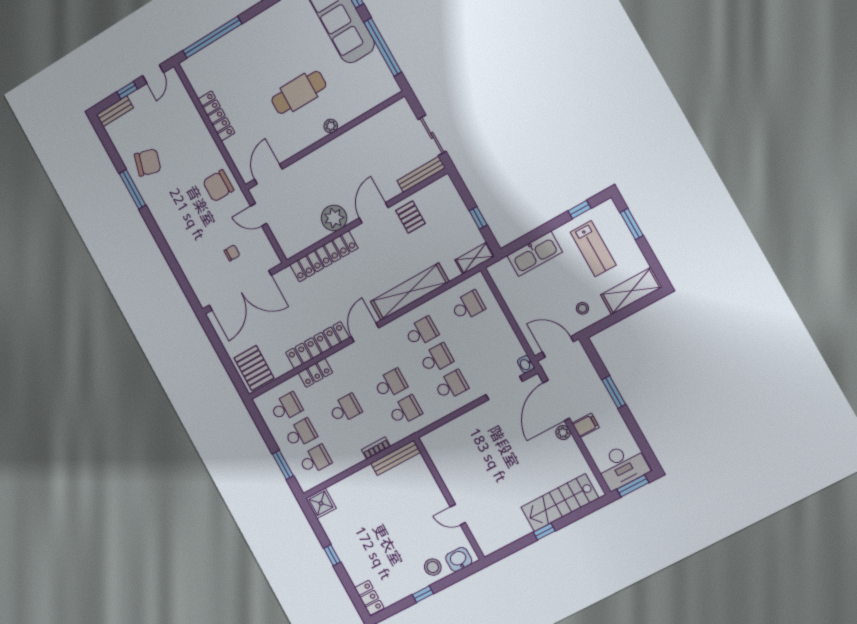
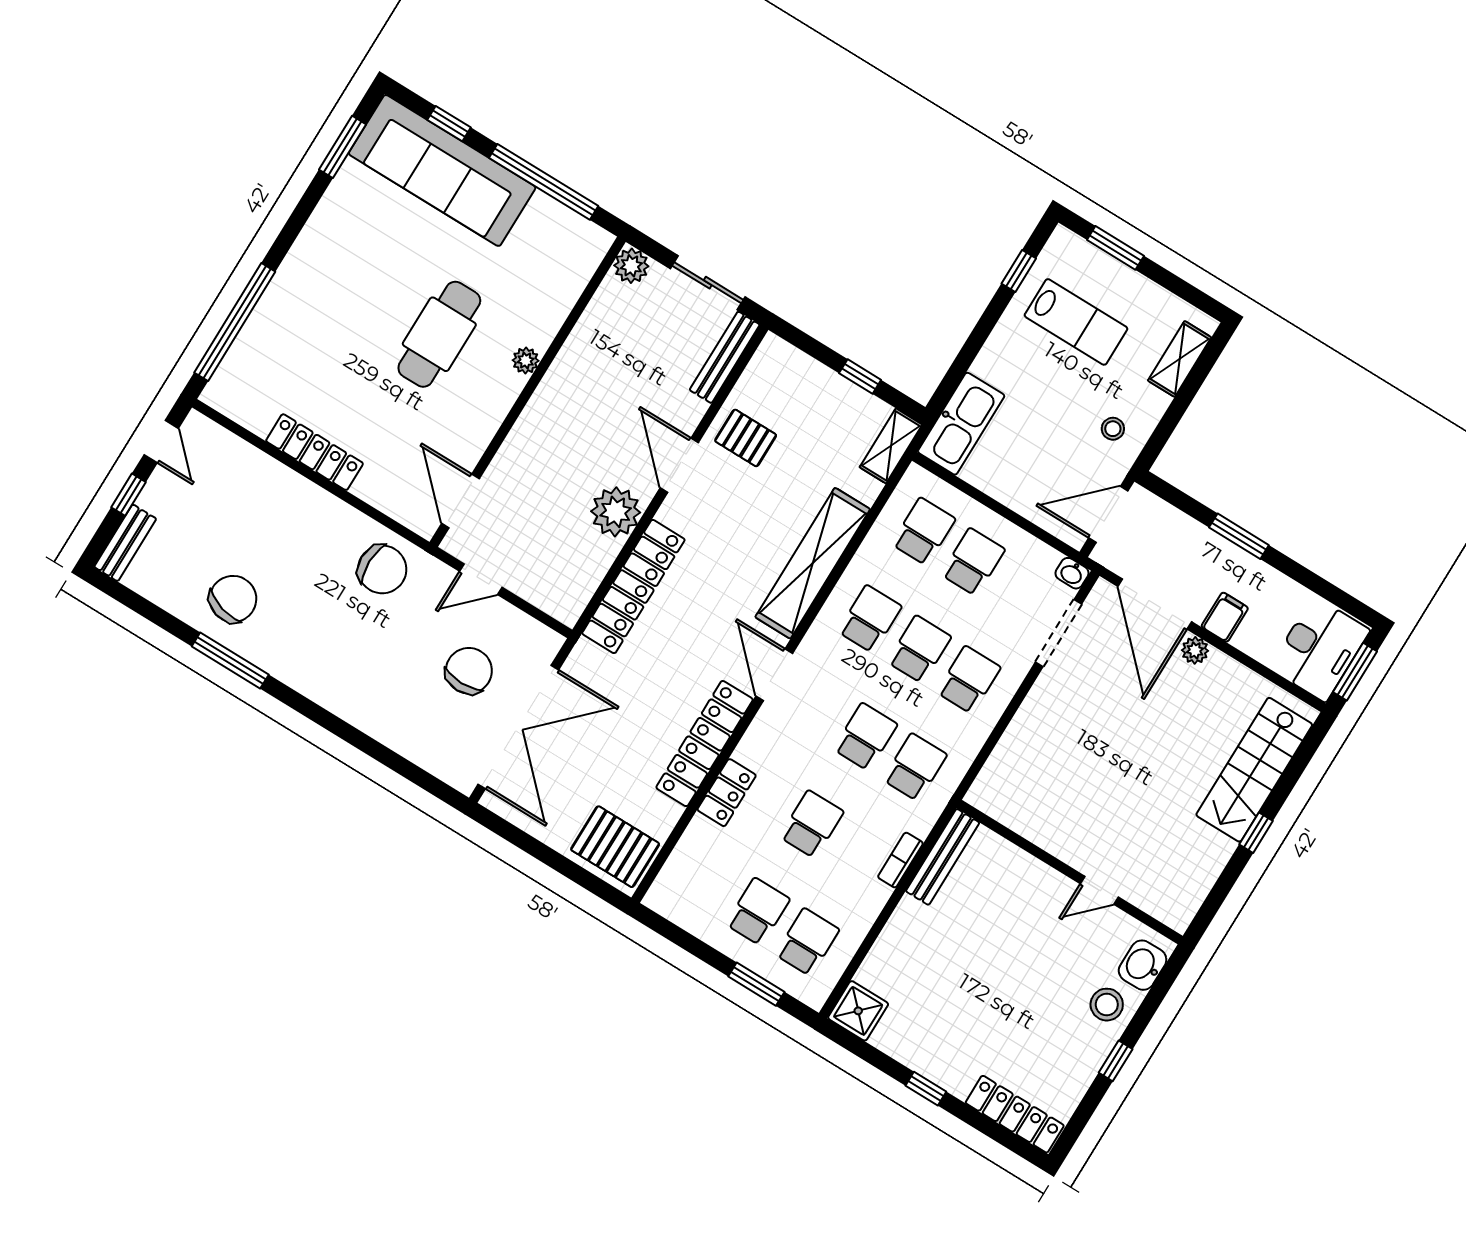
plant: (401, 108) -> (631, 266), added
chair: (218, 186) -> (382, 569), turned -90
chair: (232, 253) -> (469, 671), width x1.87, depth x1.87
kitchen sink: (535, 254) -> (961, 424), moved
shelving: (631, 291) -> (1180, 359), width x0.67, depth x0.75
school desk: (286, 407) -> (973, 562), moved
locker: (369, 598) -> (1015, 1114), width x1.53

